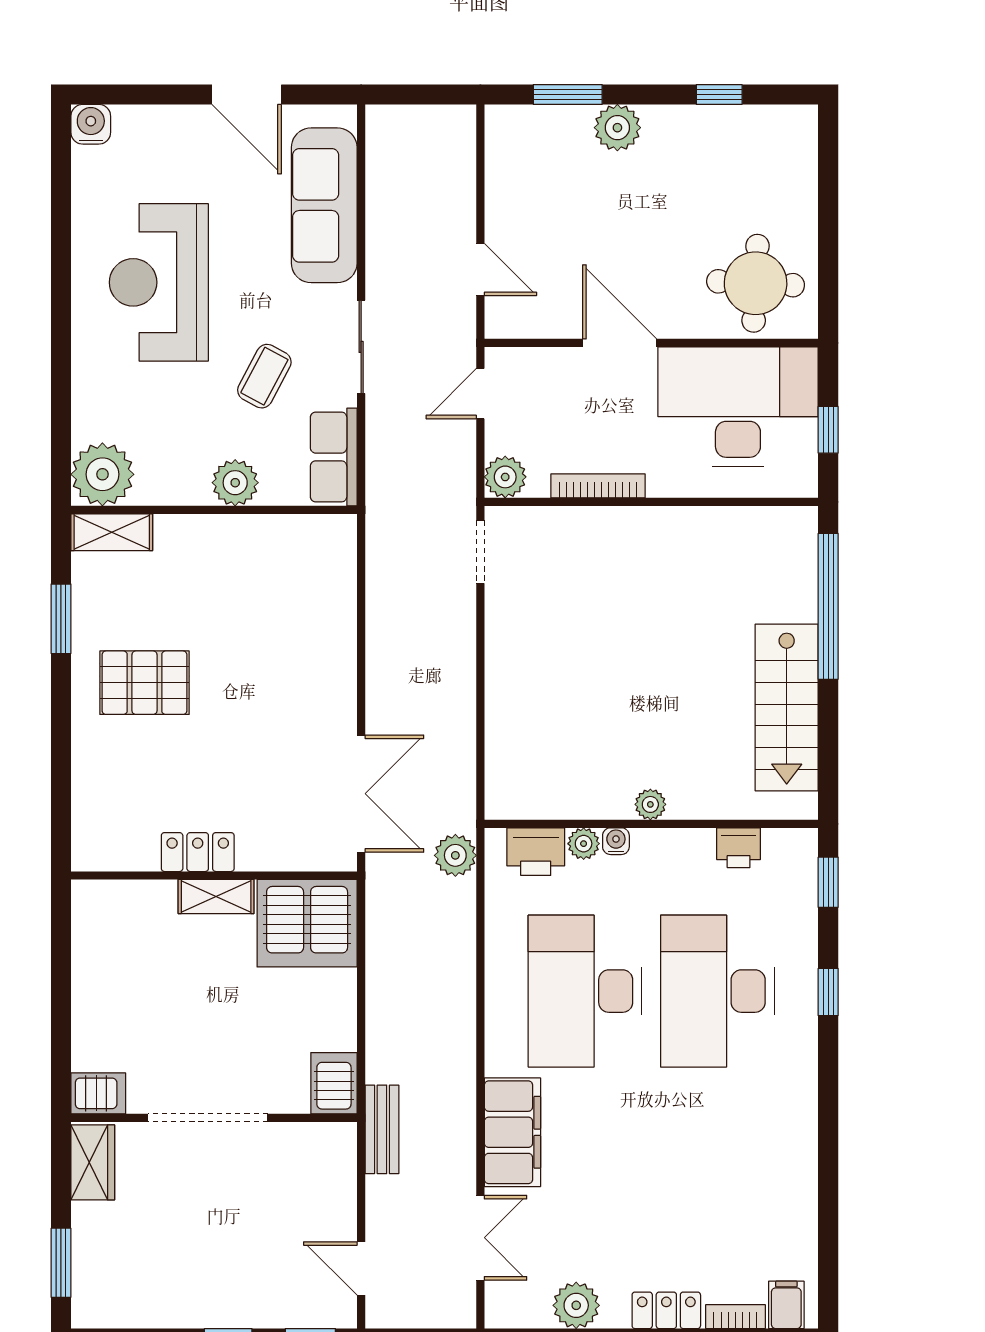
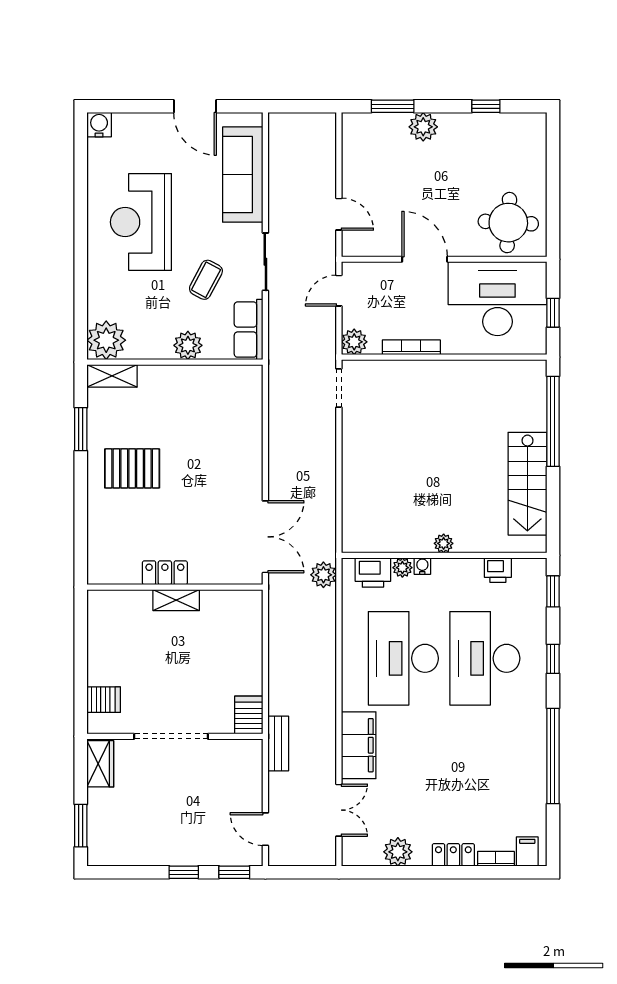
server rack: (307, 923) -> (232, 617), removed
server rack: (98, 1093) -> (104, 700), moved
window: (828, 1150) -> (553, 756), added

